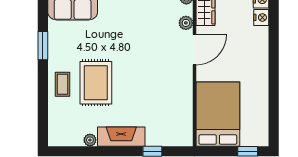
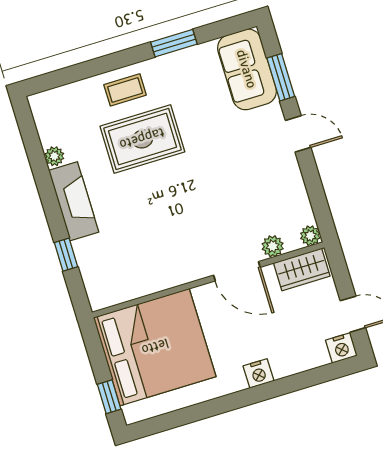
nightstand: (261, 17) -> (259, 373), moved
bed: (218, 114) -> (155, 347), width x1.36

